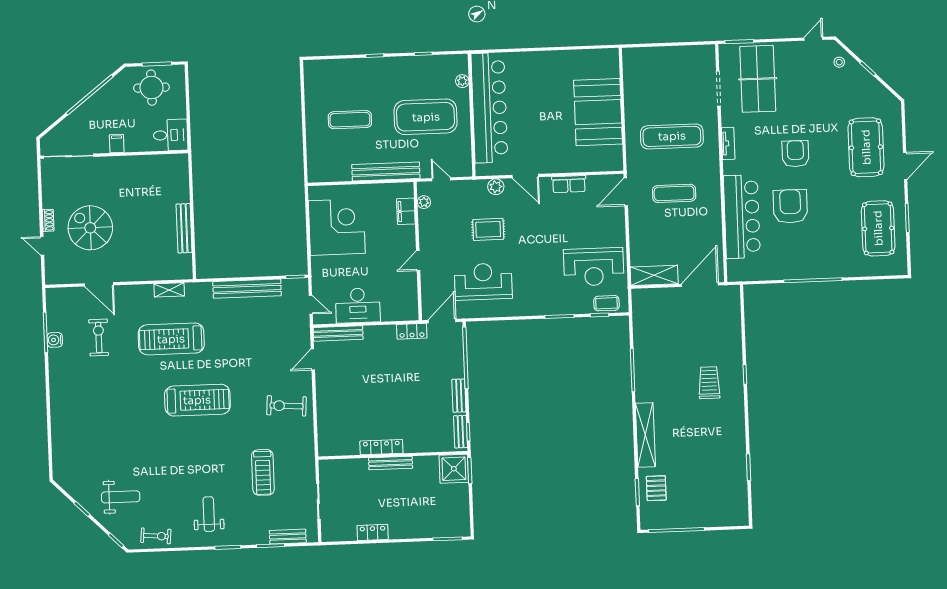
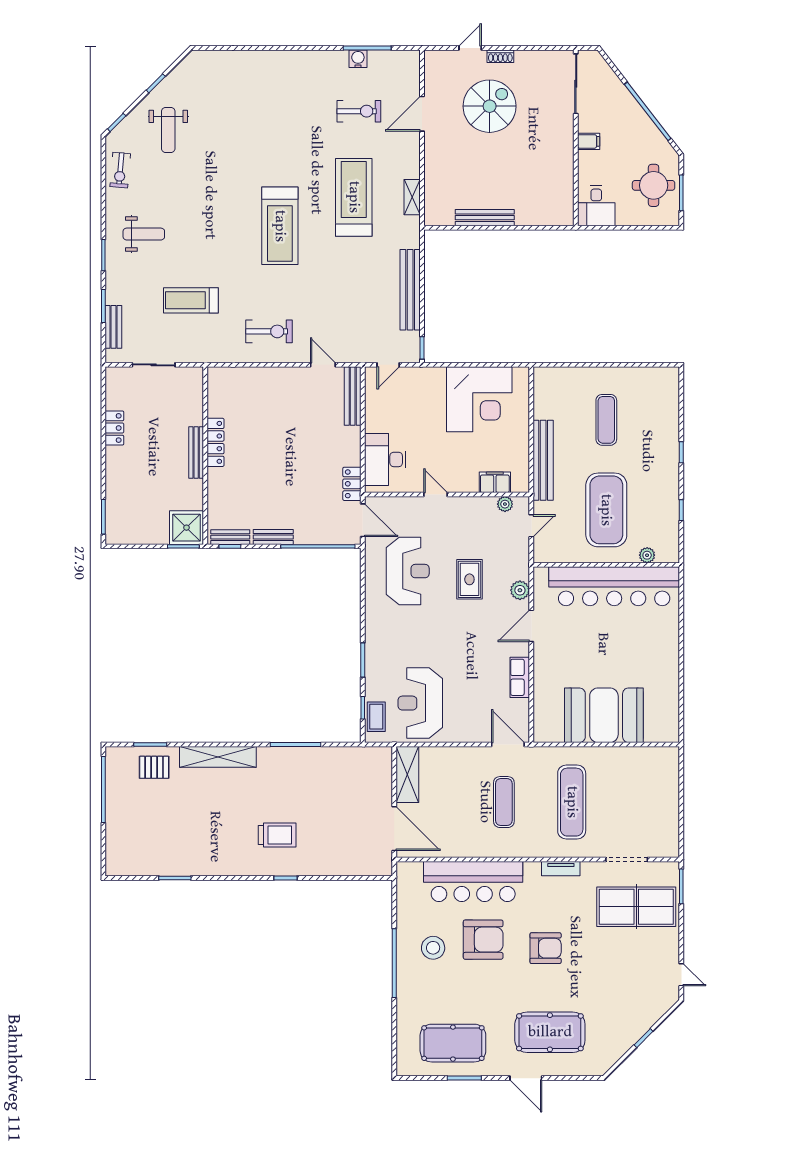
stool: (839, 62) -> (433, 948), moved, width x1.89, depth x1.89
desk: (358, 305) -> (385, 459), moved
exercise bike: (287, 406) -> (269, 331), turned 86

